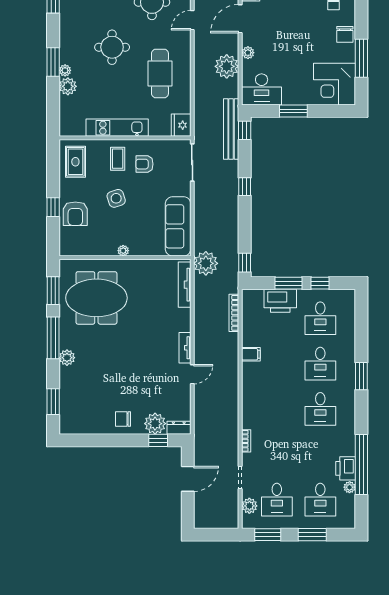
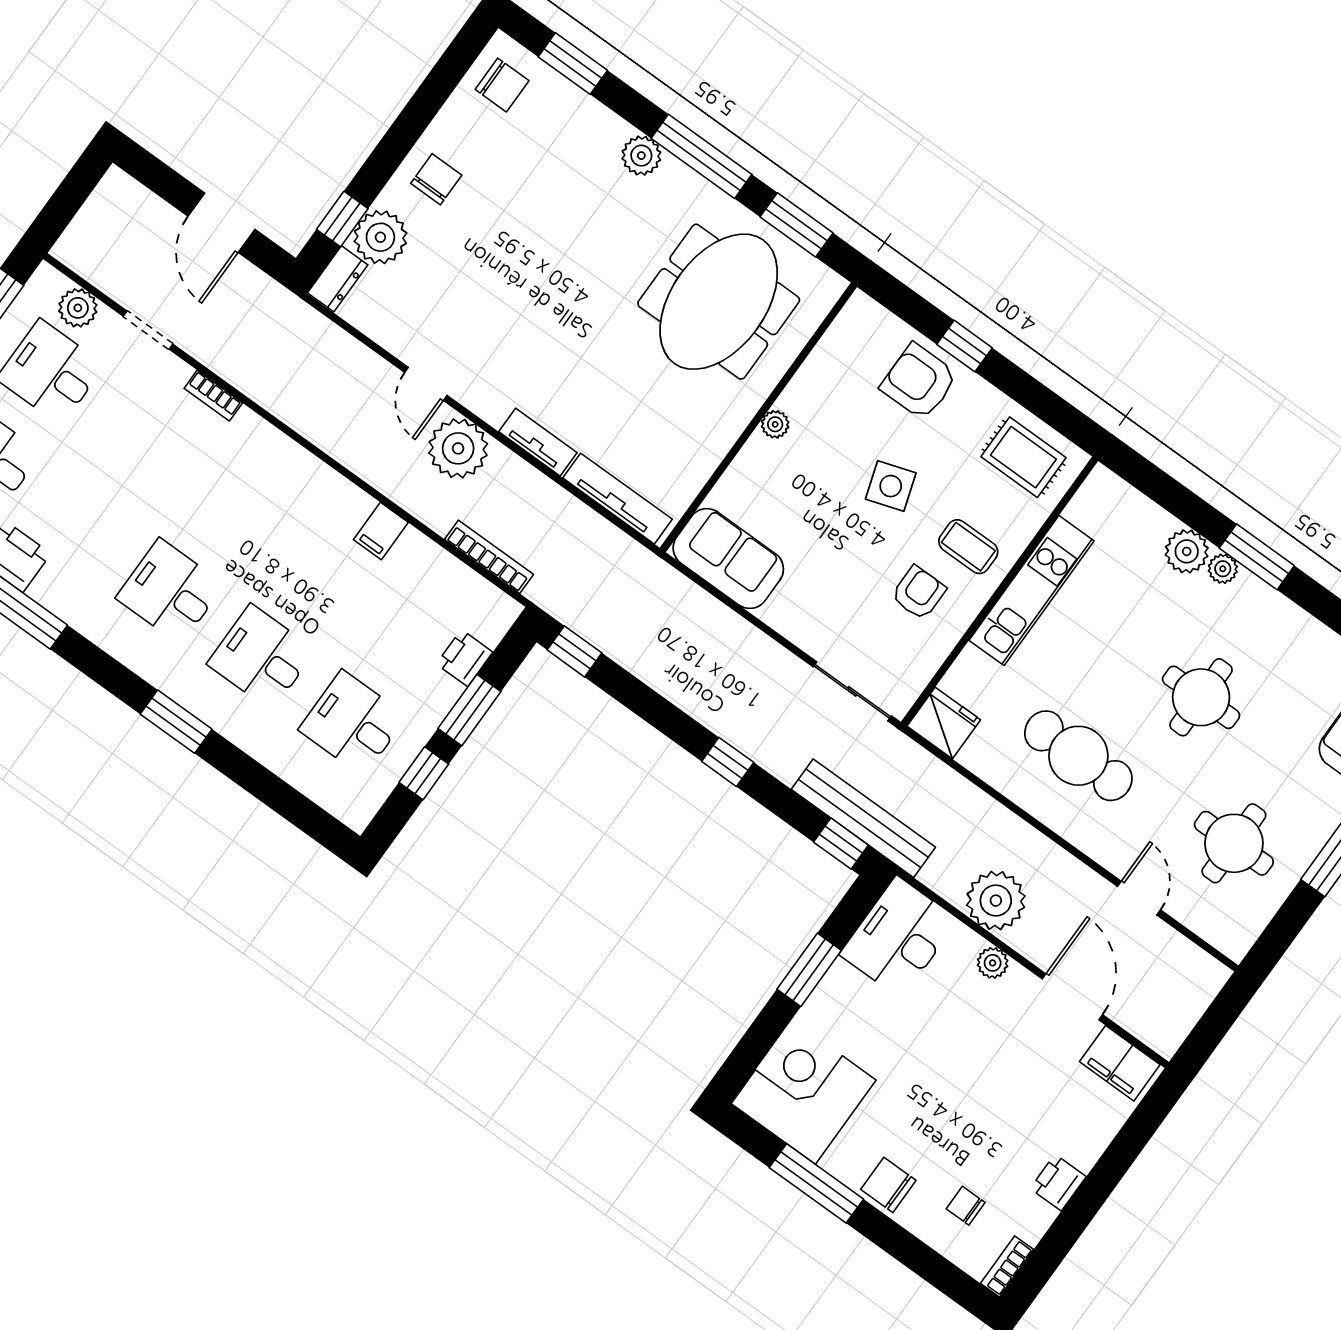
sofa: (178, 226) -> (728, 559), width x0.73
plant: (206, 263) -> (458, 448), moved
printer: (280, 301) -> (464, 658), width x0.53, depth x0.68
tv unit: (185, 348) -> (538, 442), moved
chair: (77, 420) -> (502, 85), added

